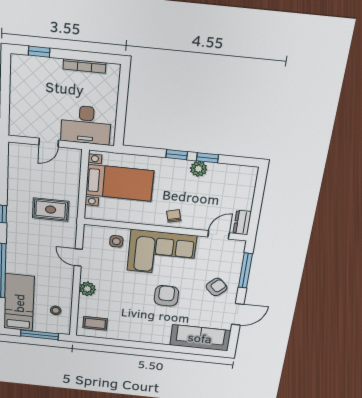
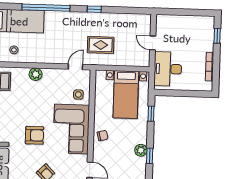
window: (177, 155) -> (151, 114), moved
rug: (51, 210) -> (101, 45), turned 90
door: (78, 257) -> (75, 67), moved

